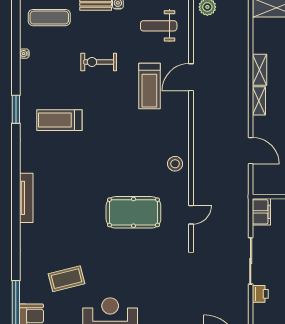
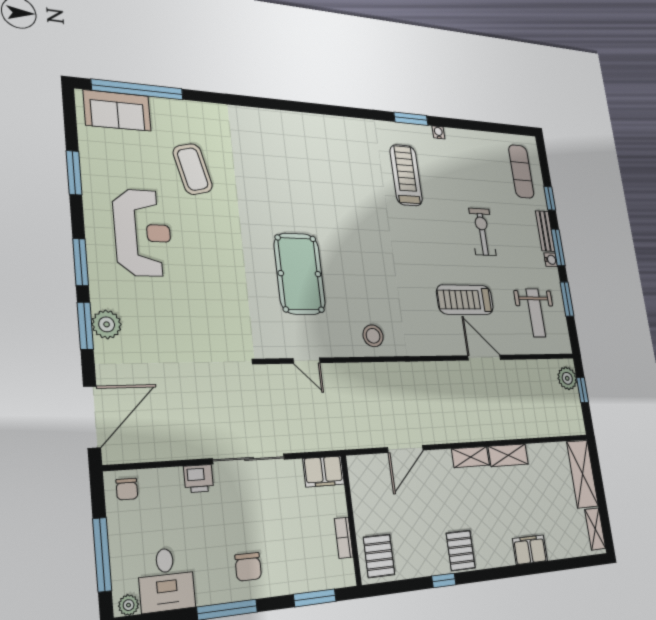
weight bench: (159, 26) -> (536, 313), turned 180
water cooler: (24, 54) -> (438, 132), moved
tv unit: (26, 198) -> (301, 121), removed

